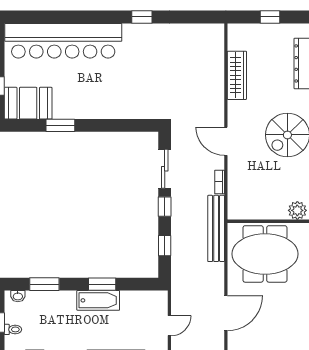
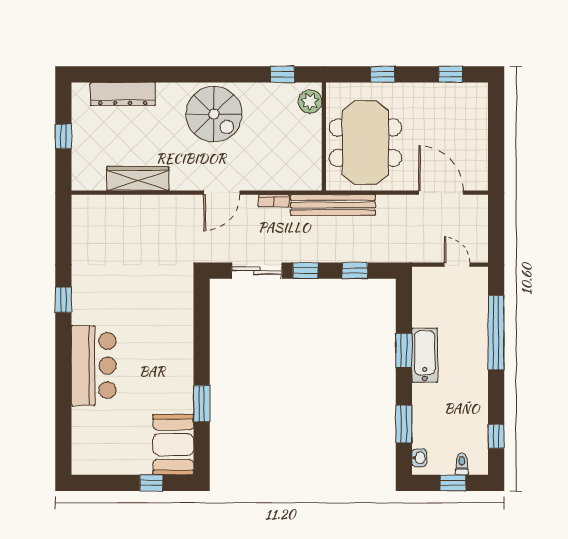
bar counter: (63, 41) -> (94, 366), width x0.54

